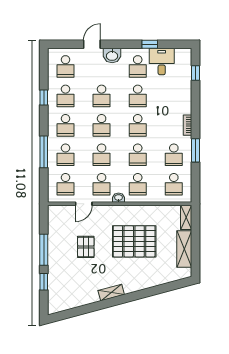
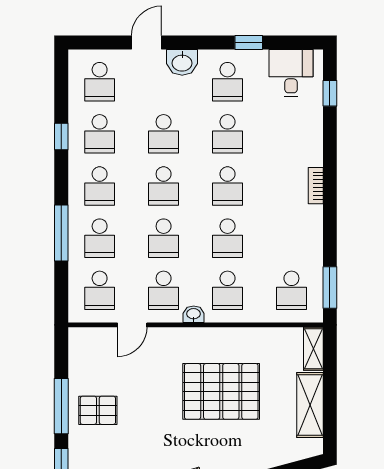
desk: (162, 62) -> (291, 73), moved
window: (195, 150) -> (330, 287), moved
school desk: (174, 155) -> (291, 238), removed
pallet: (86, 247) -> (98, 410), moved, turned 90

